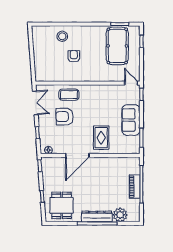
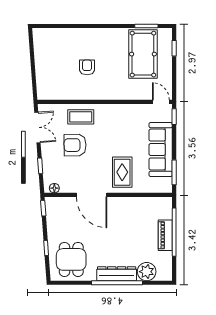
stool: (62, 36) -> (72, 42), removed
sofa: (131, 120) -> (161, 149), width x1.36
door: (77, 155) -> (92, 195), hinge flipped

